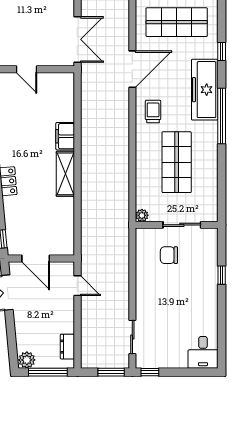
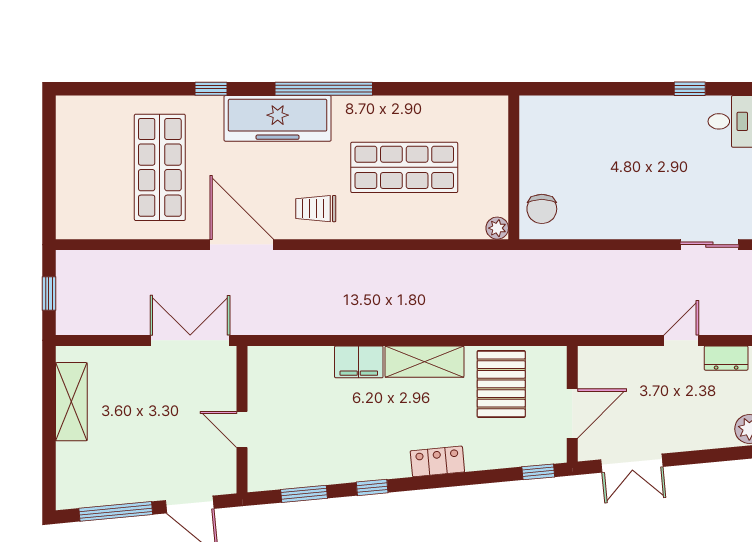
door: (27, 69) -> (242, 429), swing flipped
pallet: (53, 218) -> (501, 384), added
sliding door: (182, 225) -> (514, 158), removed
chair: (169, 255) -> (542, 209), moved
window: (222, 275) -> (690, 89), moved
door: (77, 286) -> (681, 340), moved

